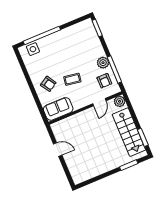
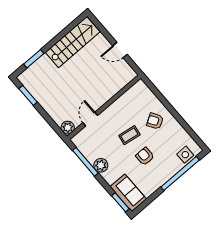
armchair: (104, 81) -> (145, 156), moved
sofa: (58, 109) -> (128, 193), moved, turned -90
stairs: (129, 132) -> (73, 42), moved, turned 90

